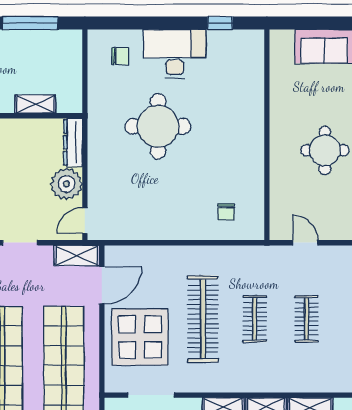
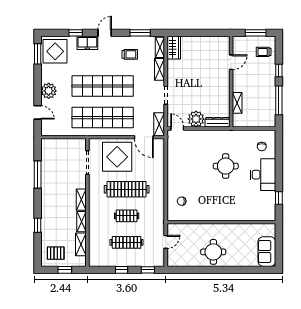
round table: (158, 126) -> (226, 166), width x0.73, depth x0.73
clothes rail: (306, 319) -> (127, 242), width x1.36

